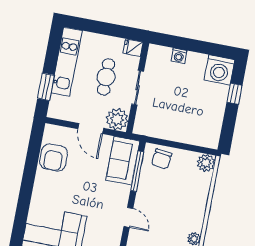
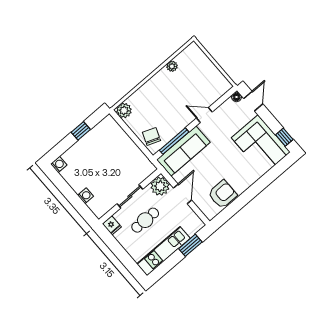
washing machine: (220, 70) -> (59, 165), width x0.53, depth x0.53
window: (235, 94) -> (81, 131), moved
chair: (162, 159) -> (151, 136), turned -76
sofa: (123, 161) -> (183, 151), width x1.36
door: (128, 217) -> (204, 115), hinge flipped

